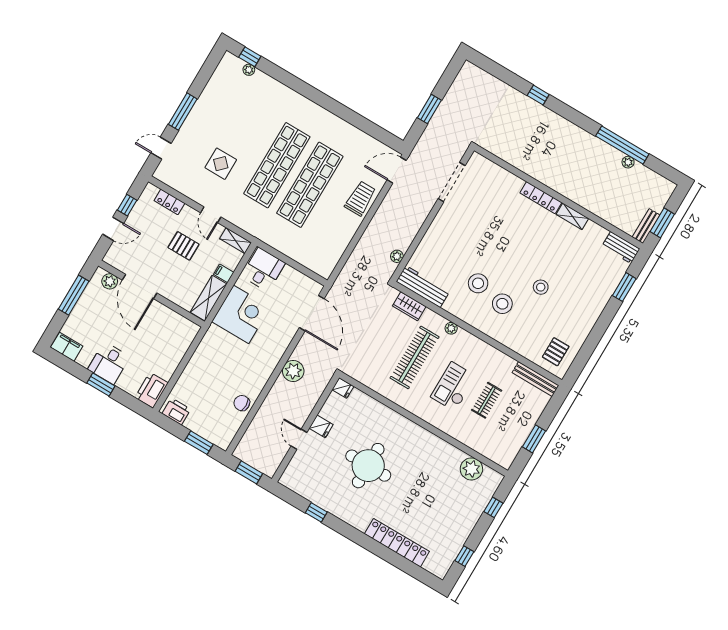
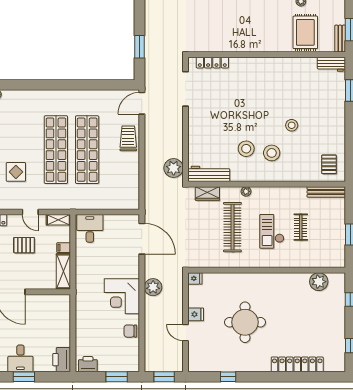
locker: (541, 198) -> (212, 63), moved
rug: (613, 198) -> (305, 32), added
shelving: (572, 216) -> (284, 63), removed
plant: (397, 256) -> (174, 168), width x1.88, depth x1.88
corner desk: (241, 314) -> (122, 296), moved, turned 180

